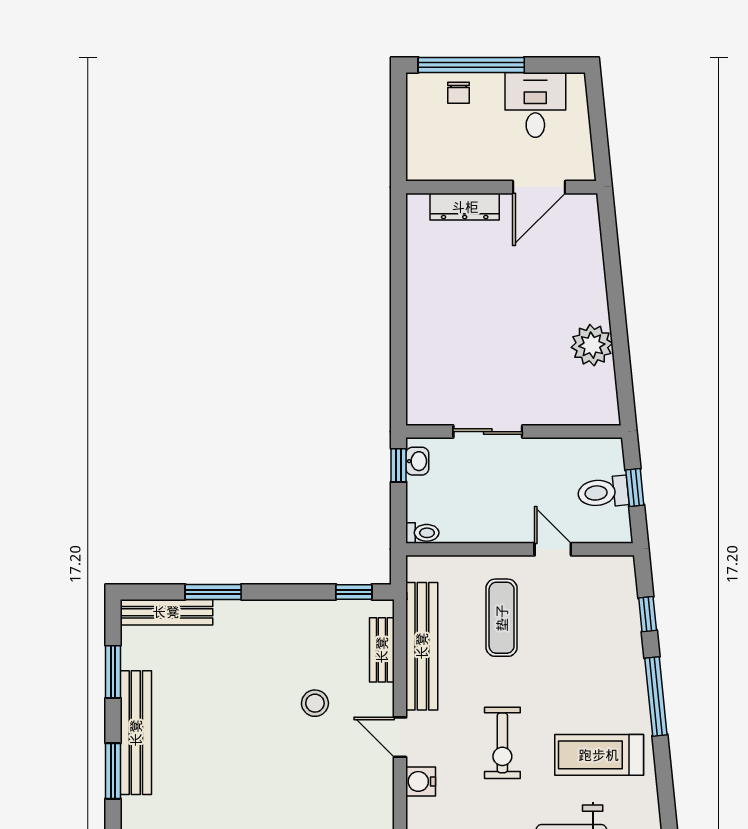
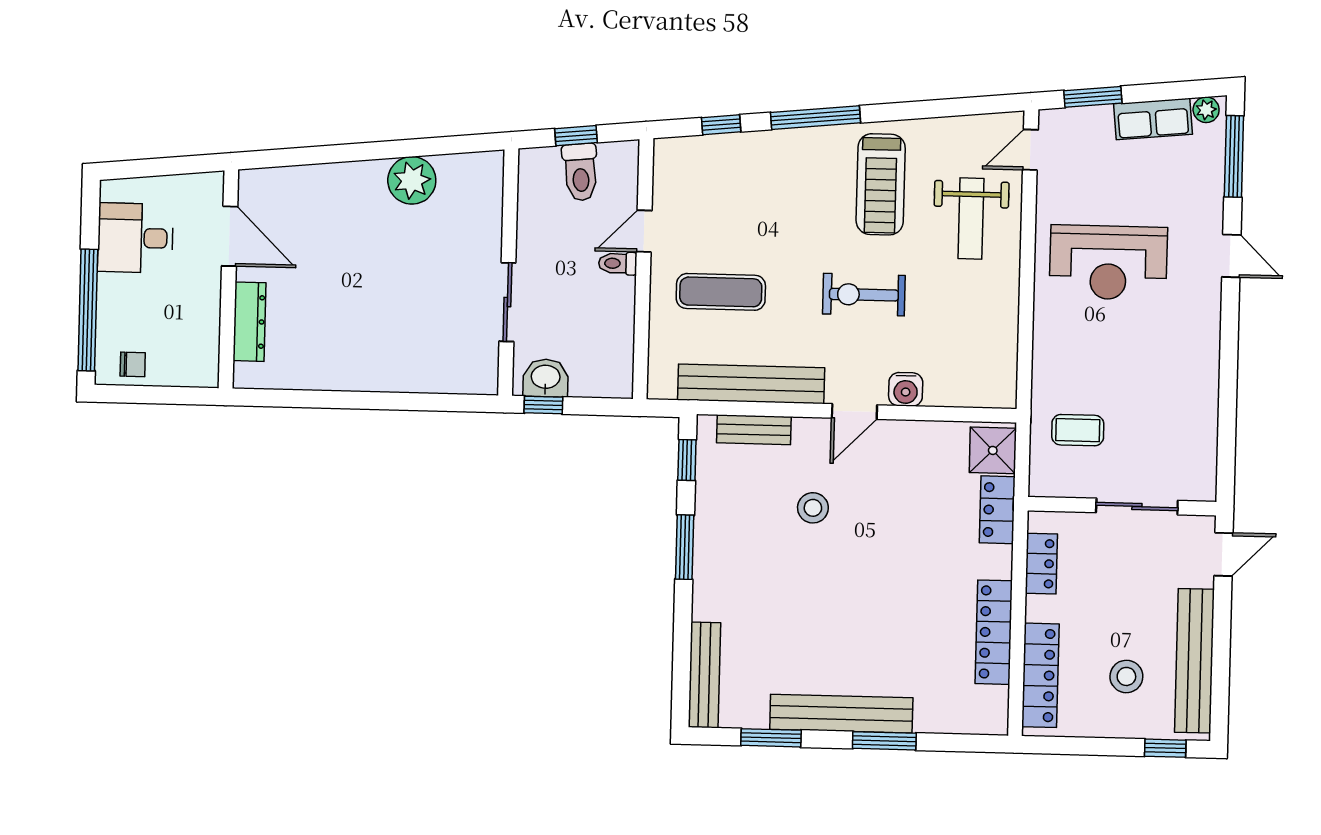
chair: (459, 93) -> (133, 364), moved
washbasin: (417, 461) -> (546, 378), width x1.38, depth x1.45
toilet: (422, 533) -> (618, 263), moved, turned -90
window: (213, 592) -> (685, 547), moved
exercise bike: (502, 743) -> (864, 295), turned 180

